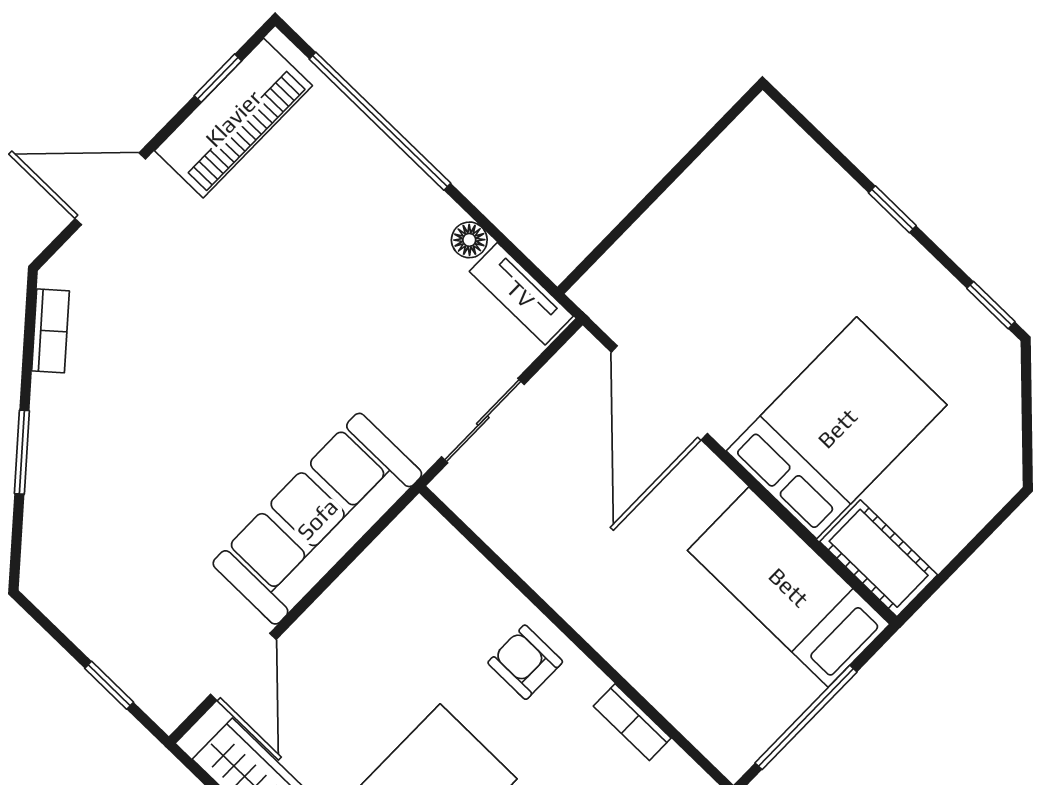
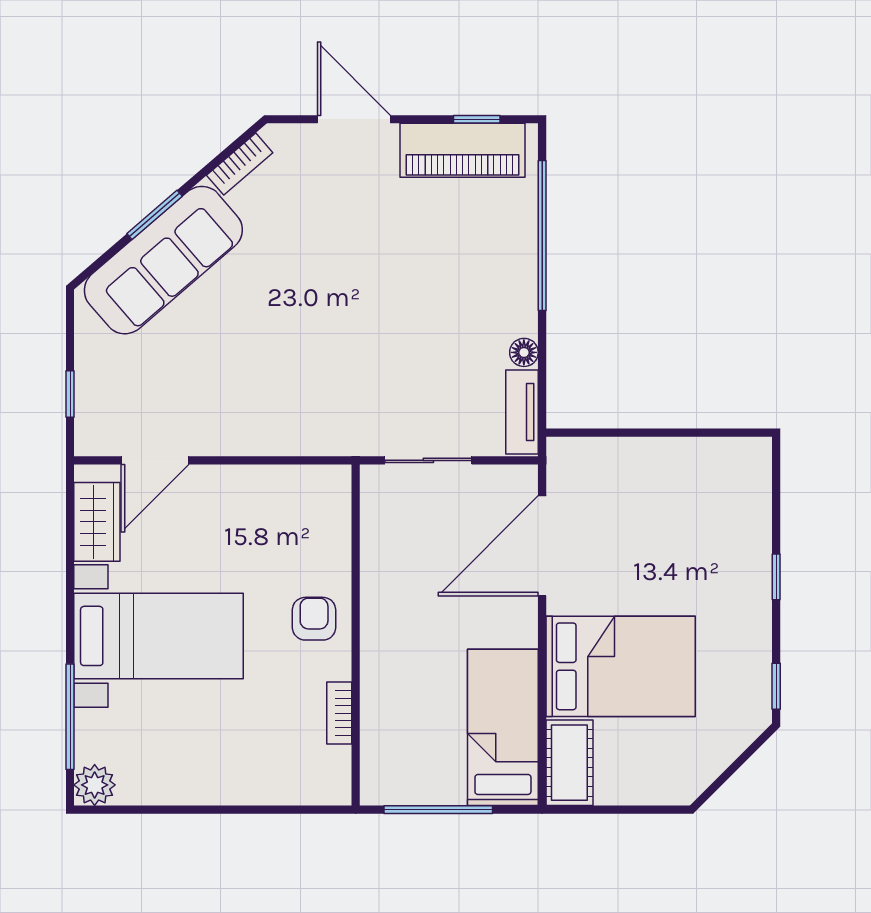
sofa: (317, 519) -> (163, 260), moved, turned 139

